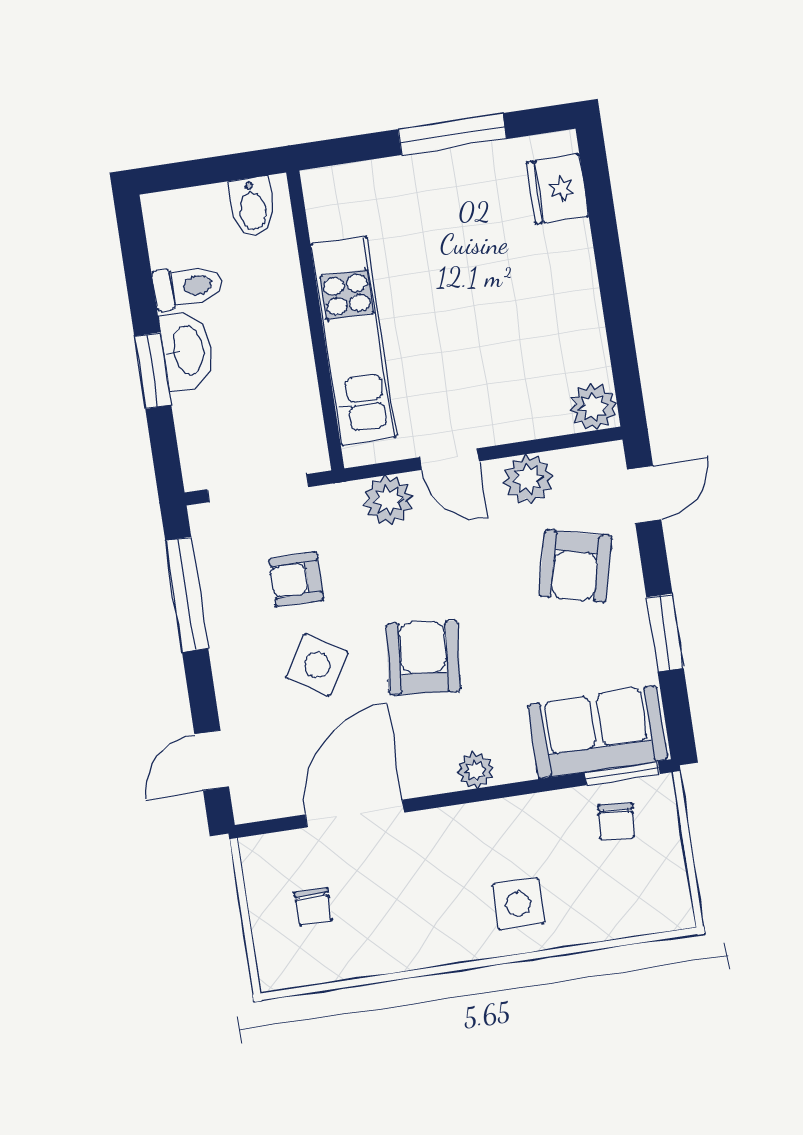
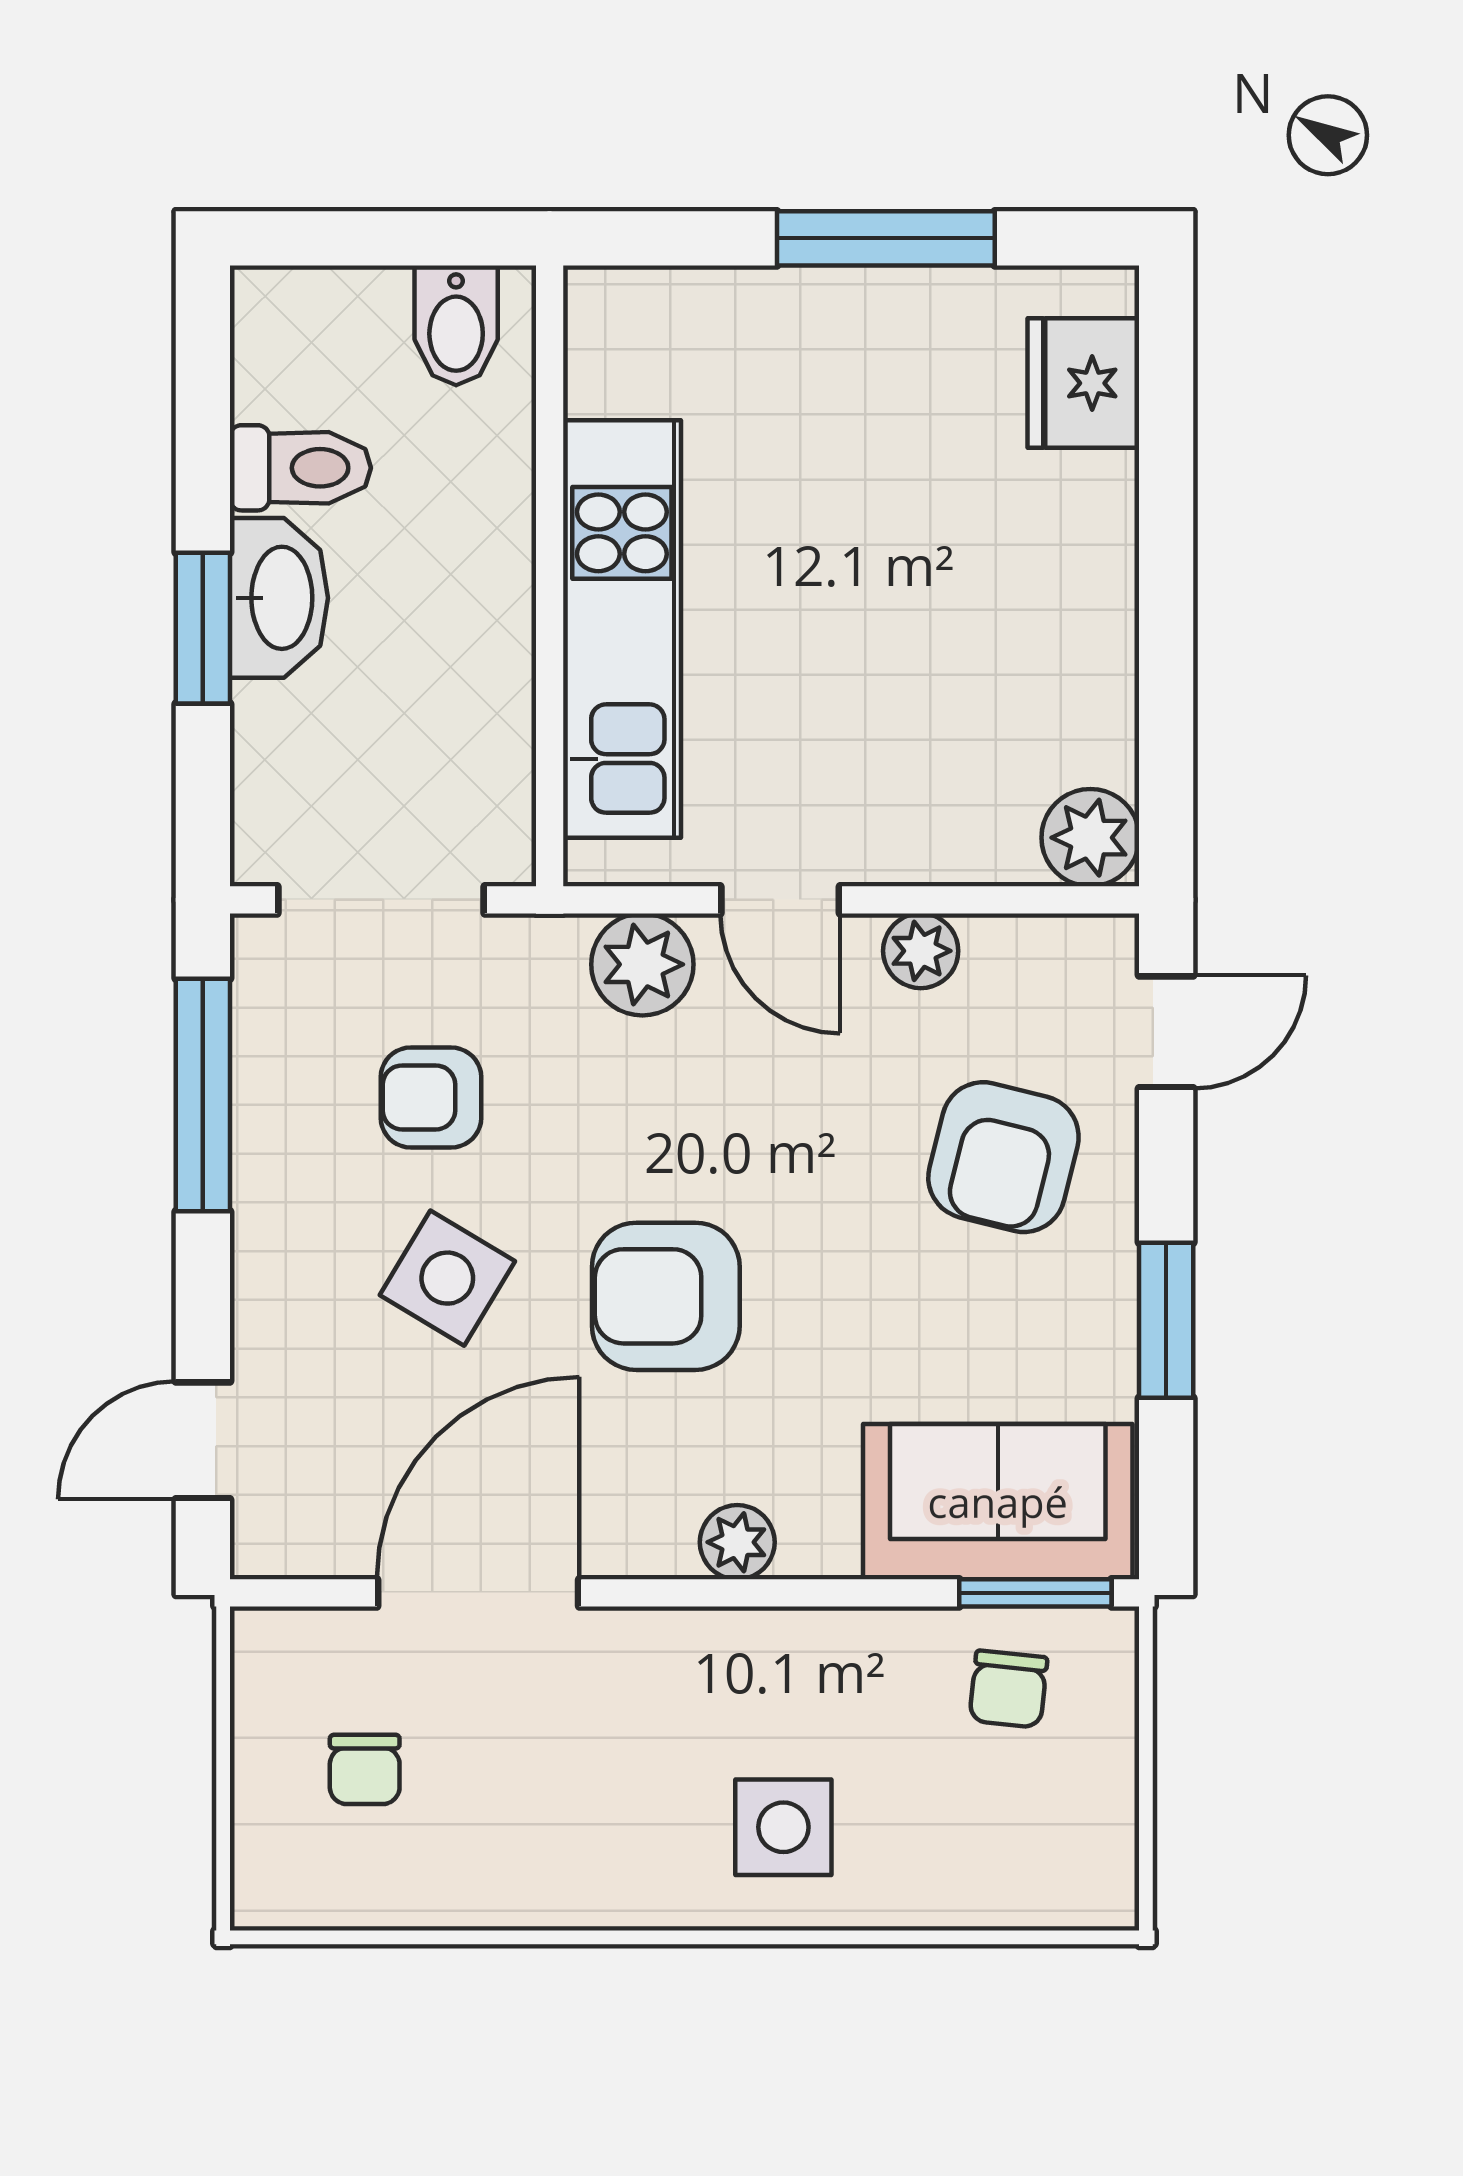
plant: (528, 479) -> (921, 951), width x0.73, depth x0.73
armchair: (423, 658) -> (666, 1296), turned -96

